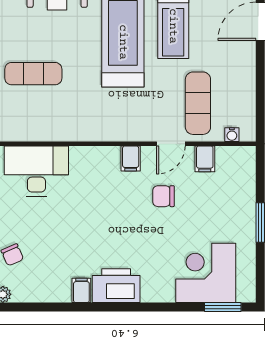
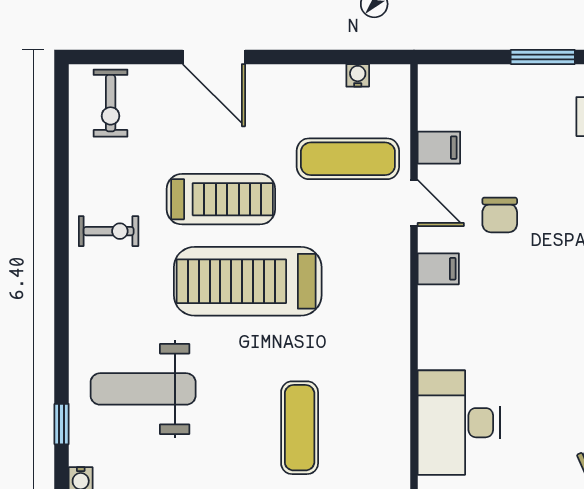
water cooler: (232, 135) -> (358, 75), moved, turned -90

